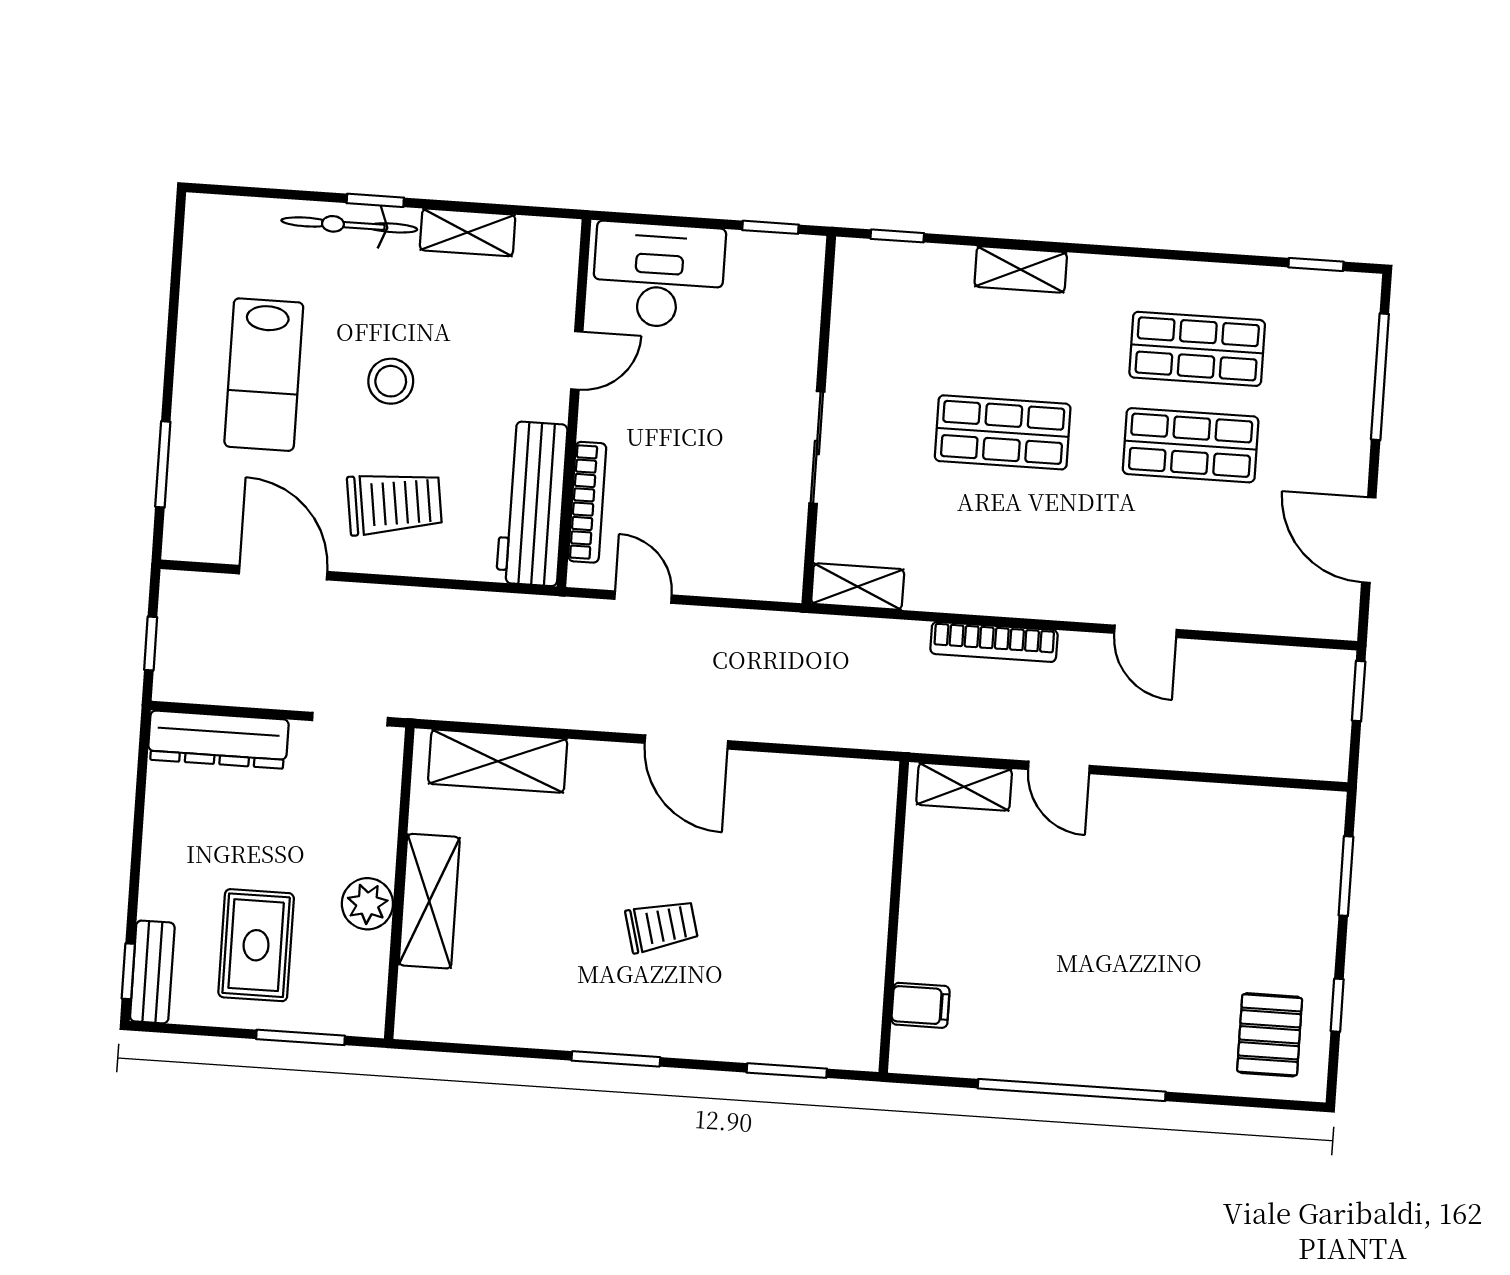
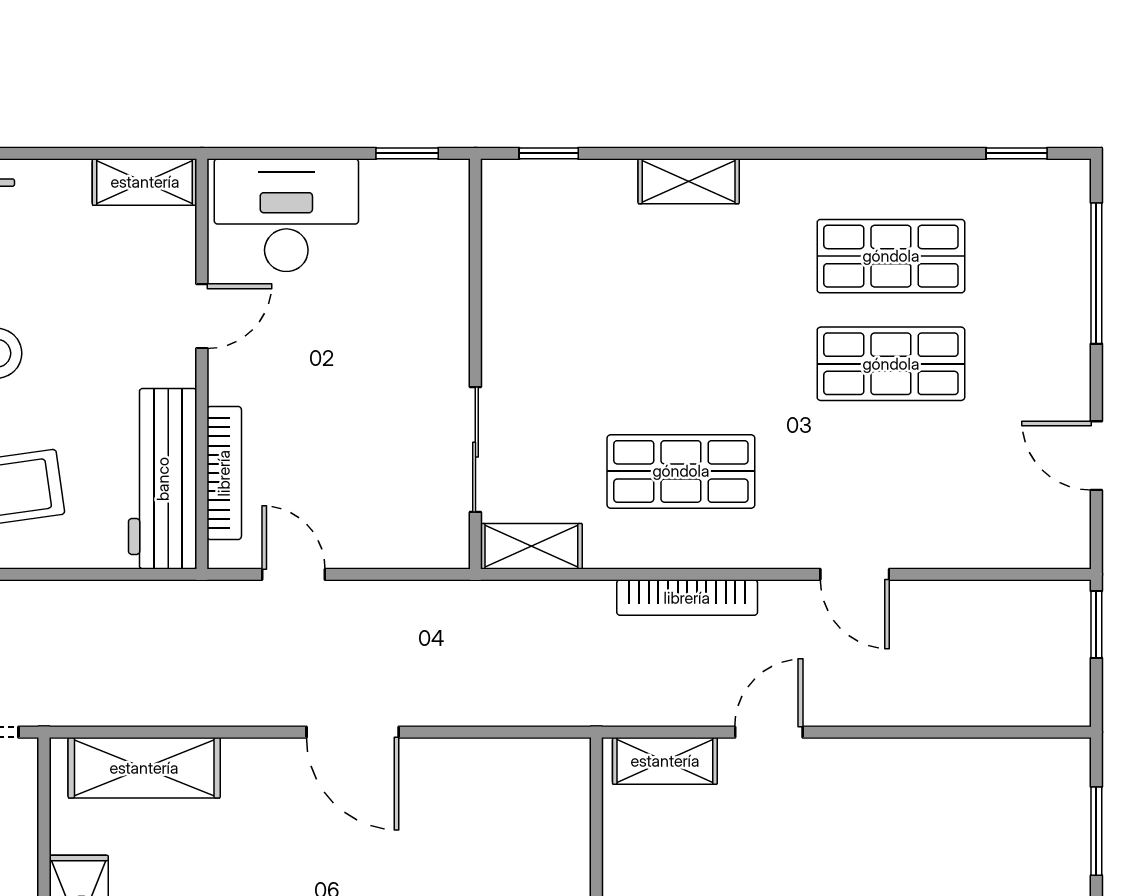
shelving: (468, 232) -> (145, 182), moved
shop shelf: (1003, 432) -> (681, 471), moved
sliding door: (817, 448) -> (475, 450), moved
door: (1369, 540) -> (1096, 456), width x0.73
door: (1059, 767) -> (769, 732), swing flipped

